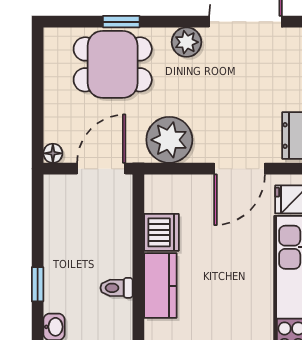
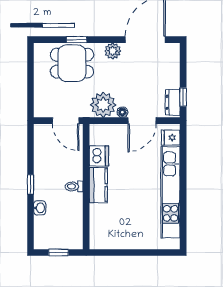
floor lamp: (53, 153) -> (122, 112), moved
door: (101, 169) -> (66, 121), swing flipped

